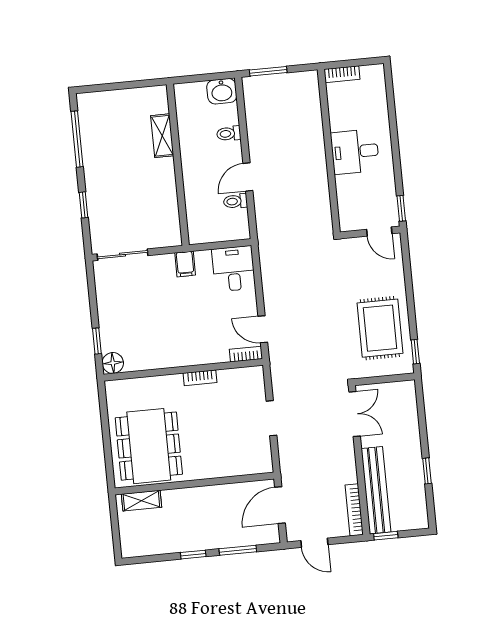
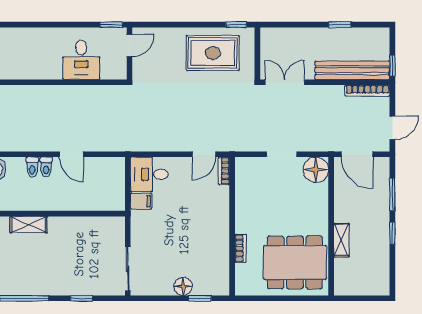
desk: (355, 152) -> (81, 60), moved
toilet: (235, 201) -> (46, 167), moved
filing cabinet: (185, 264) -> (141, 201), moved
floor lamp: (113, 363) -> (183, 286), moved
bookcase: (200, 378) -> (240, 248), moved
floor lamp: (258, 459) -> (316, 170), added
shelving: (141, 501) -> (341, 240), moved

